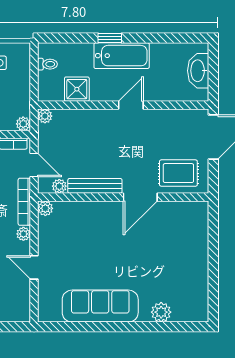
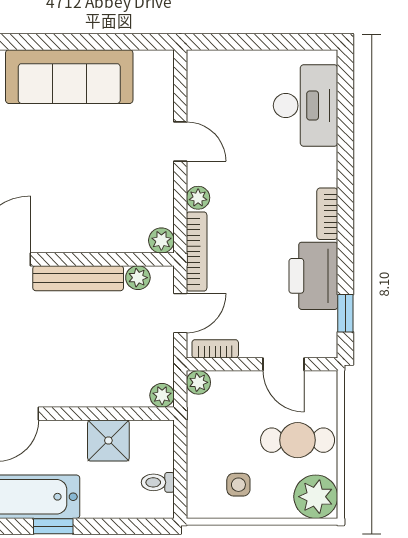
door: (34, 165) -> (180, 313), swing flipped

